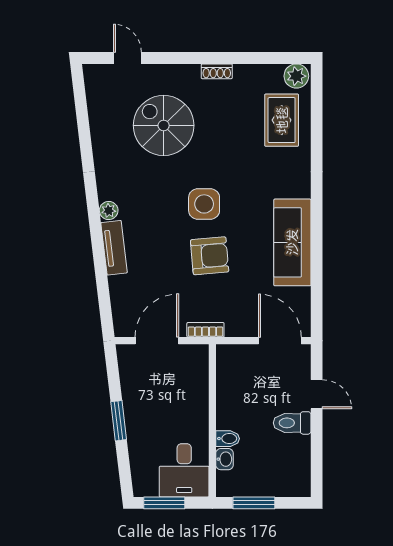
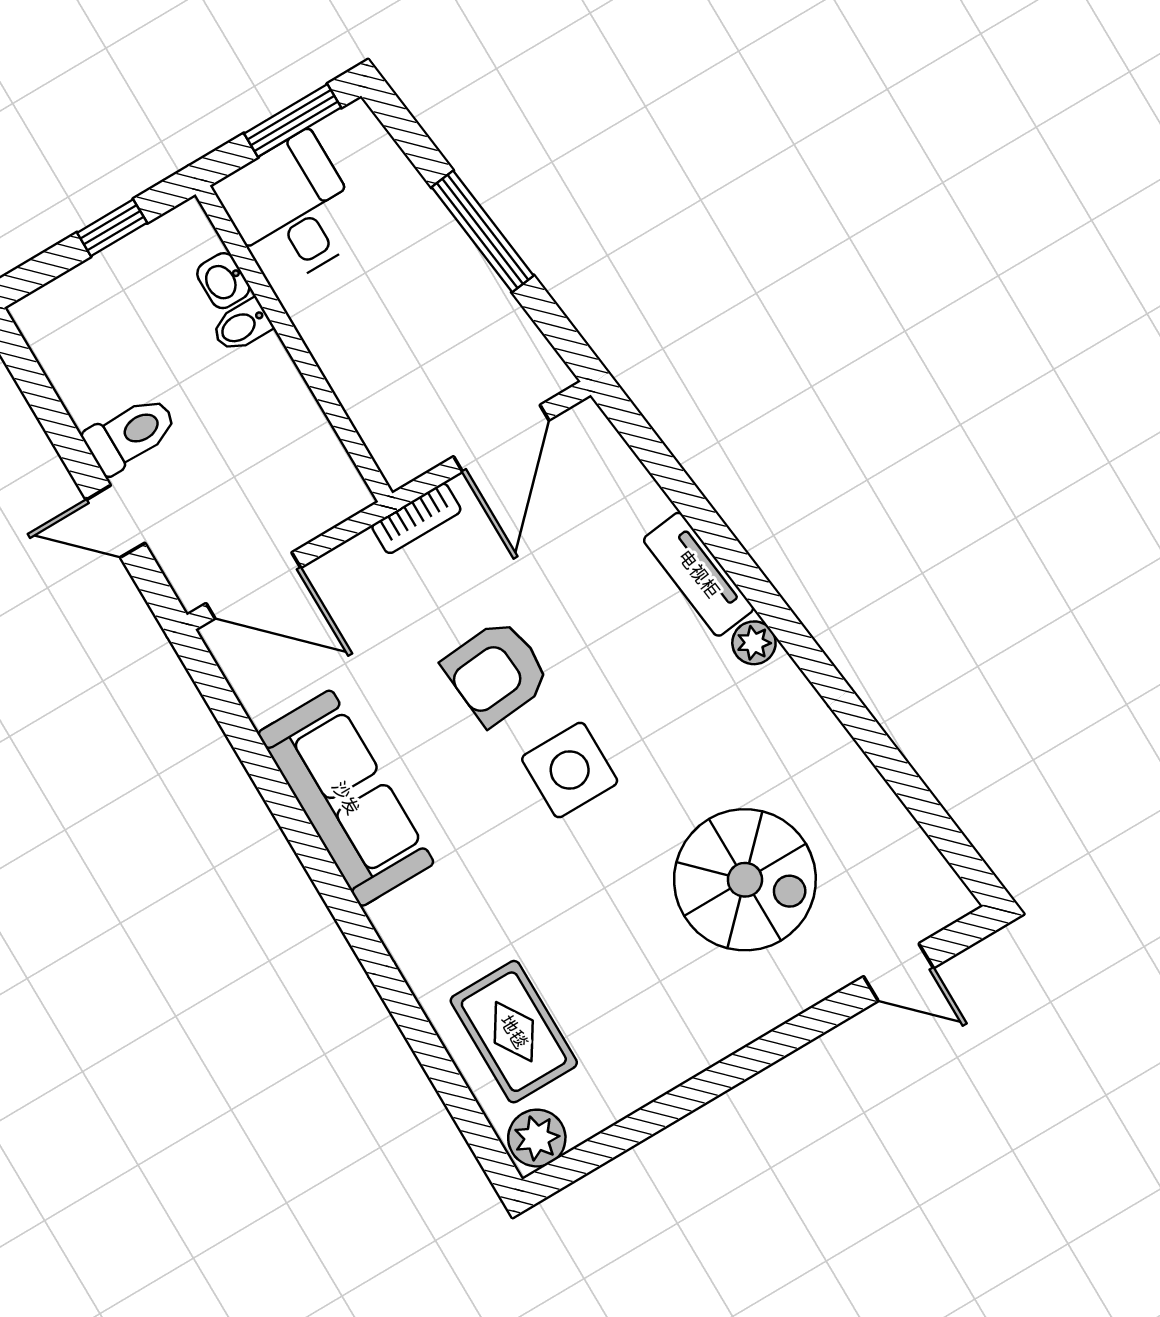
shoe rack: (217, 71) -> (703, 1052), removed
window: (119, 421) -> (483, 231), width x1.44
window: (254, 503) -> (112, 228), width x0.67

